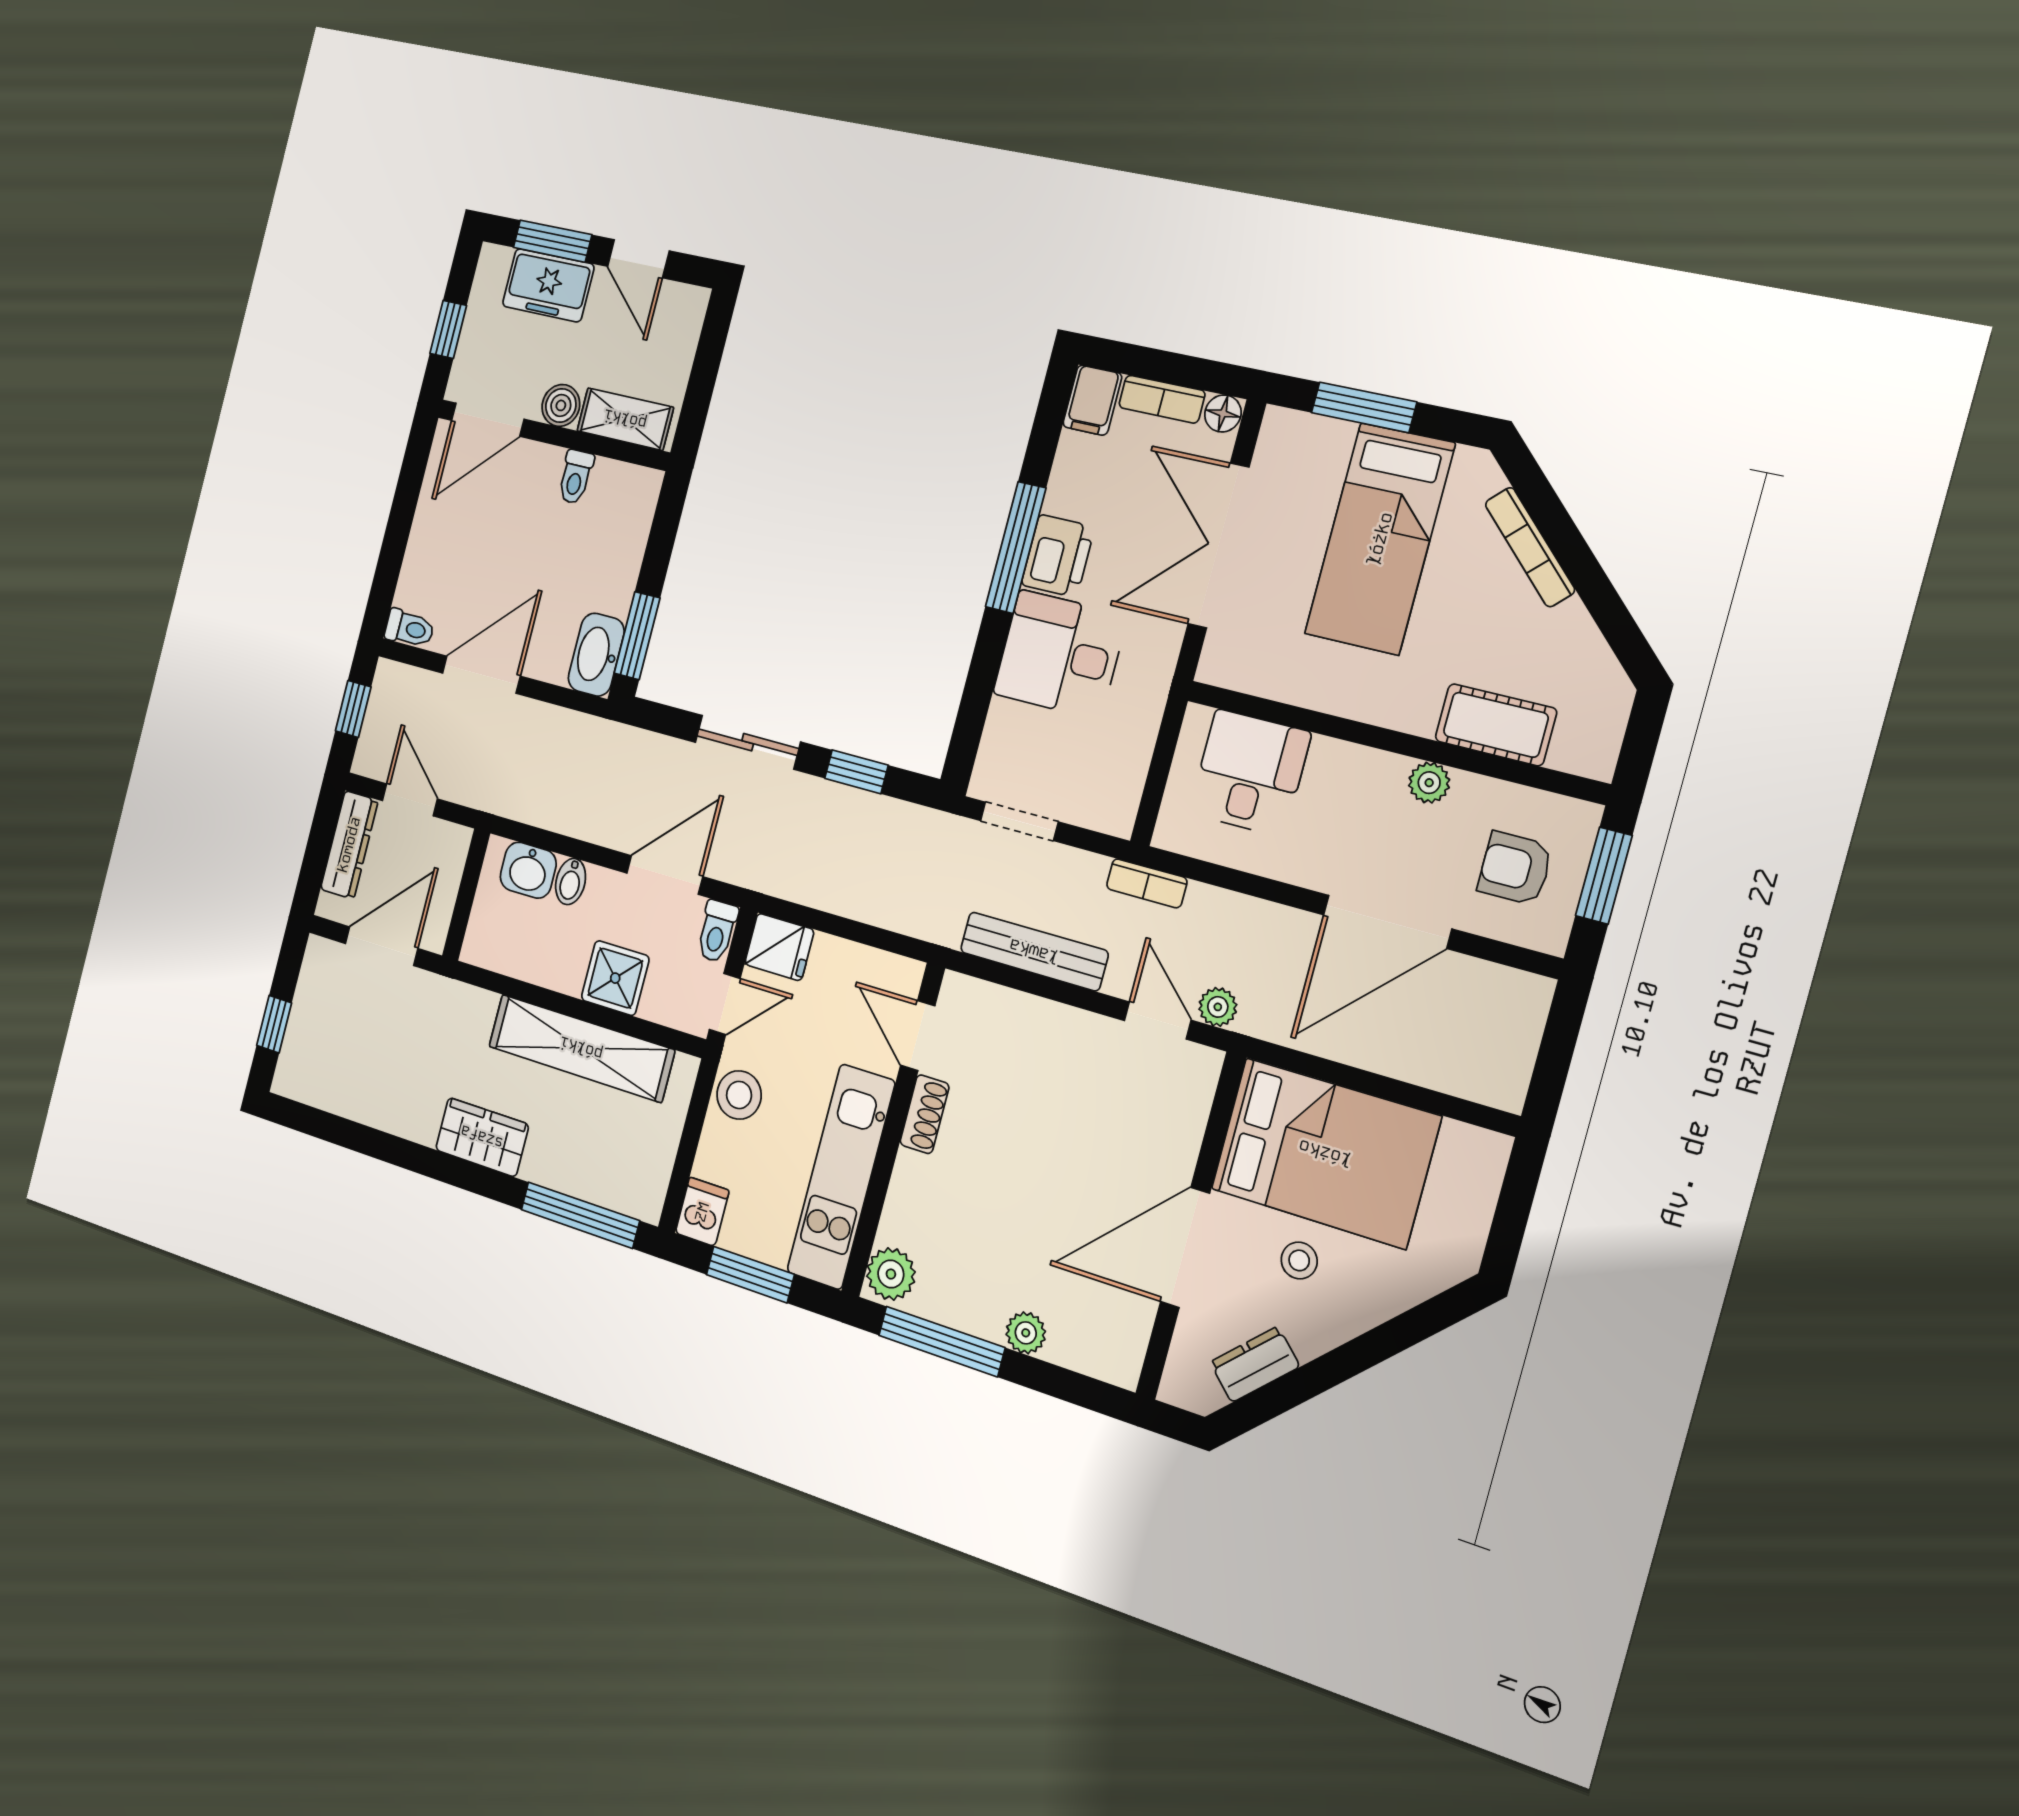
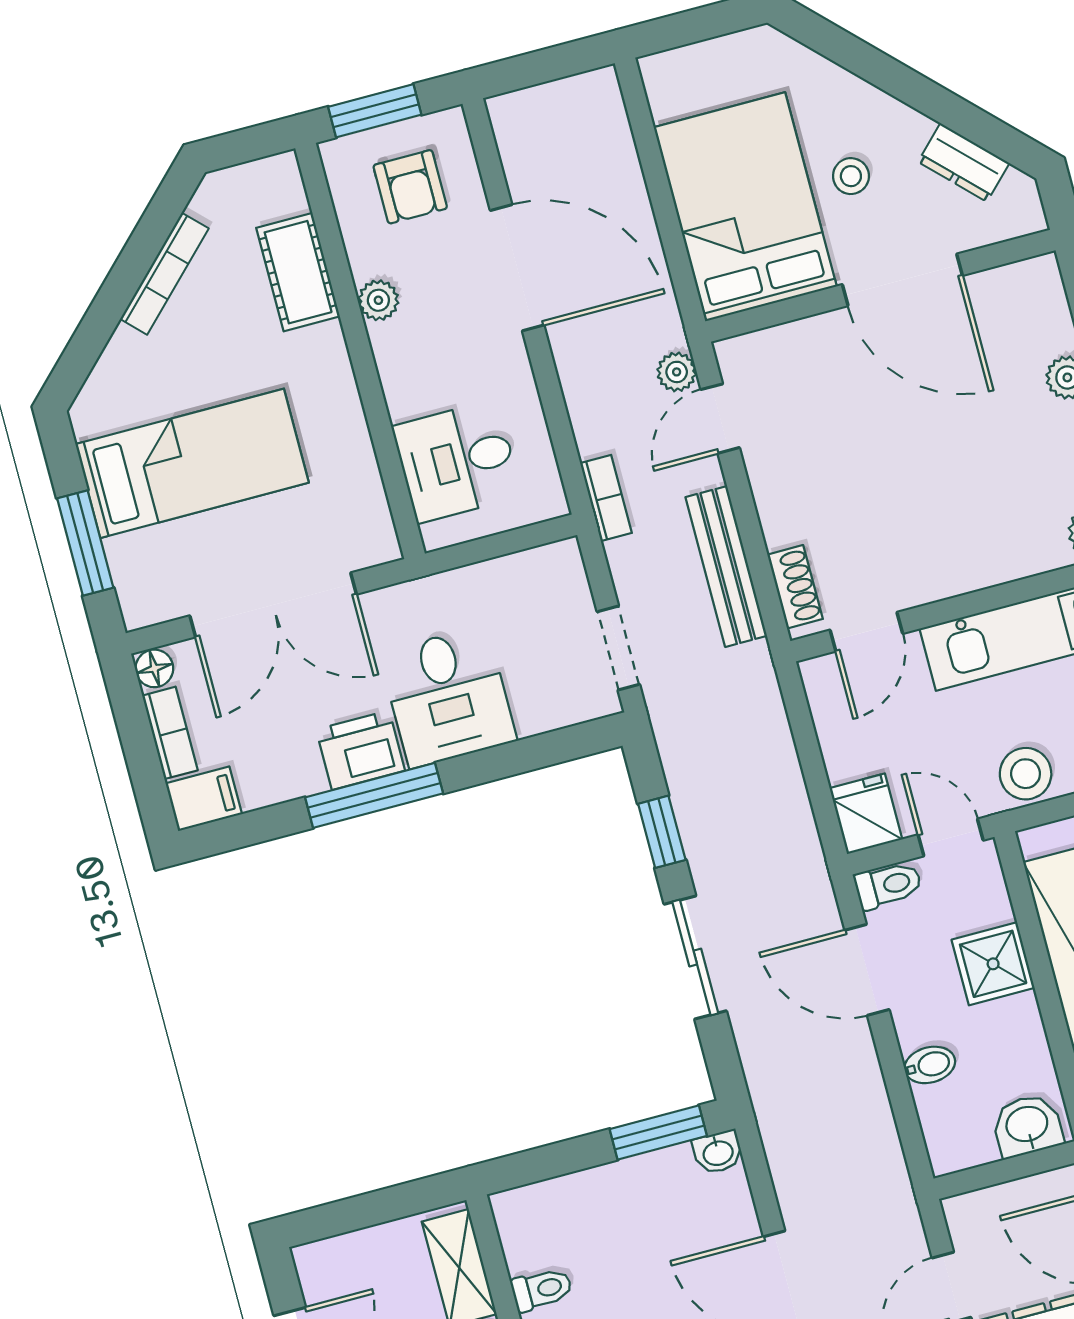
bookcase: (1530, 547) -> (164, 274), moved
washbasin: (596, 655) -> (718, 1152), width x0.52, depth x0.69
washbasin: (528, 870) -> (1027, 1126), moved, turned -90
shoe rack: (925, 1114) -> (795, 587), moved, turned 90

